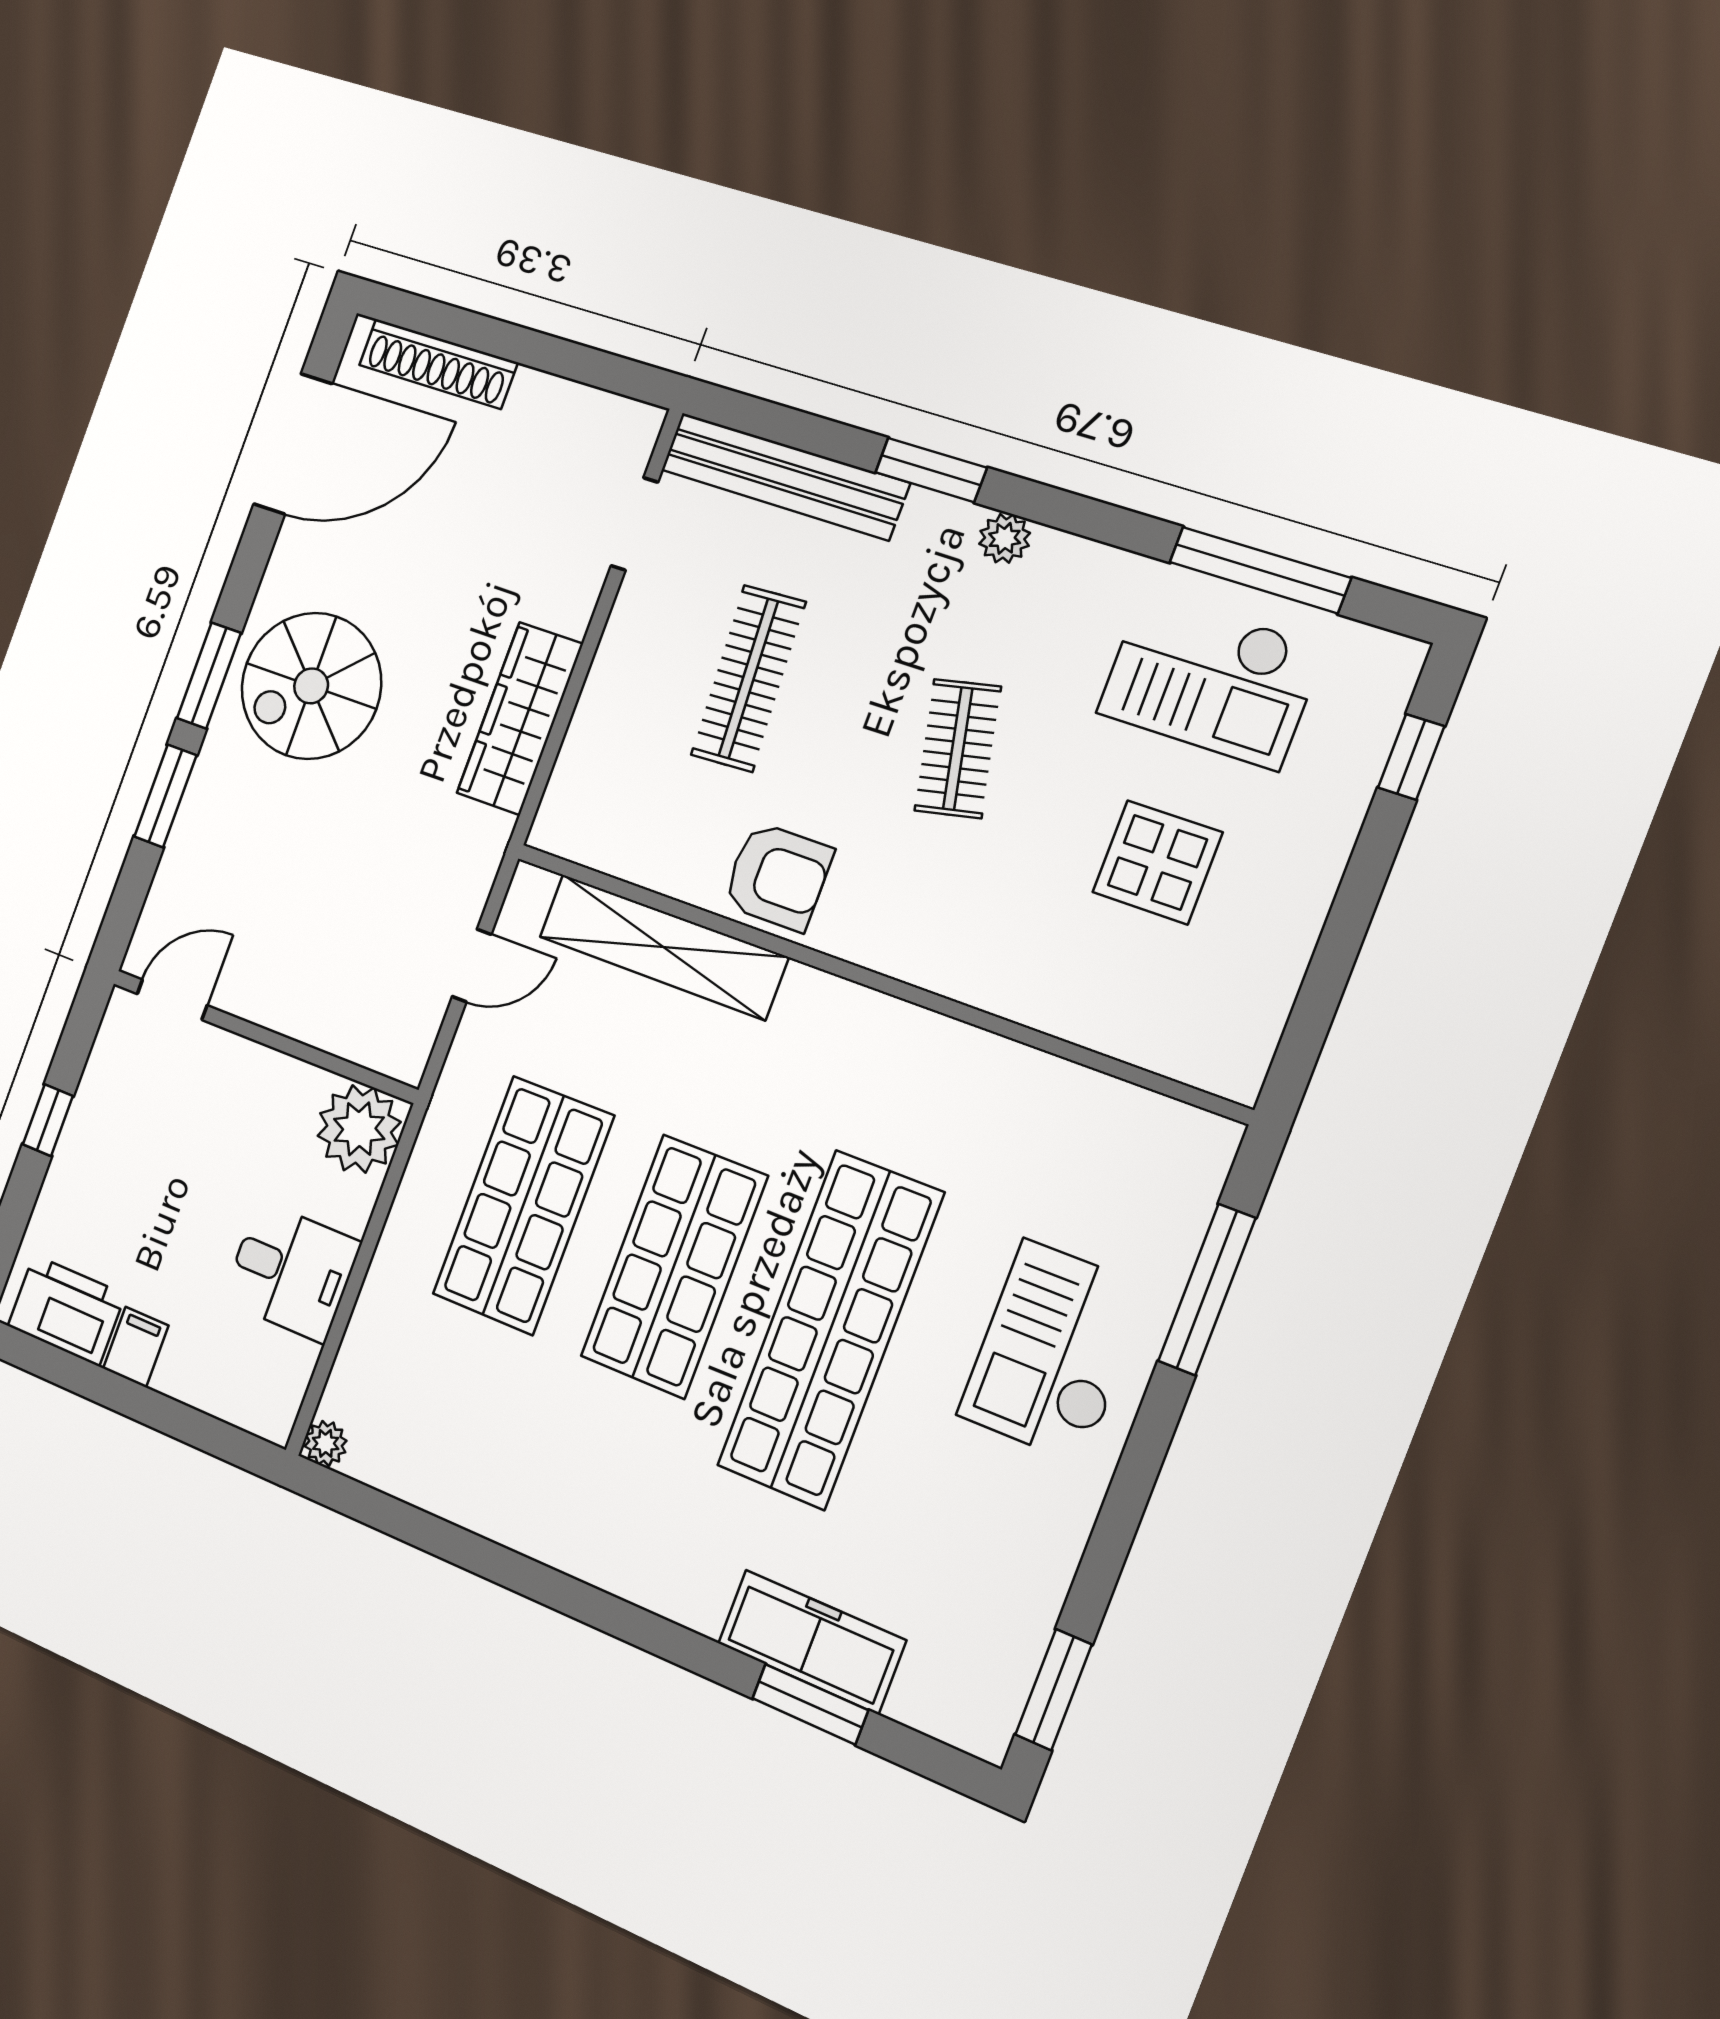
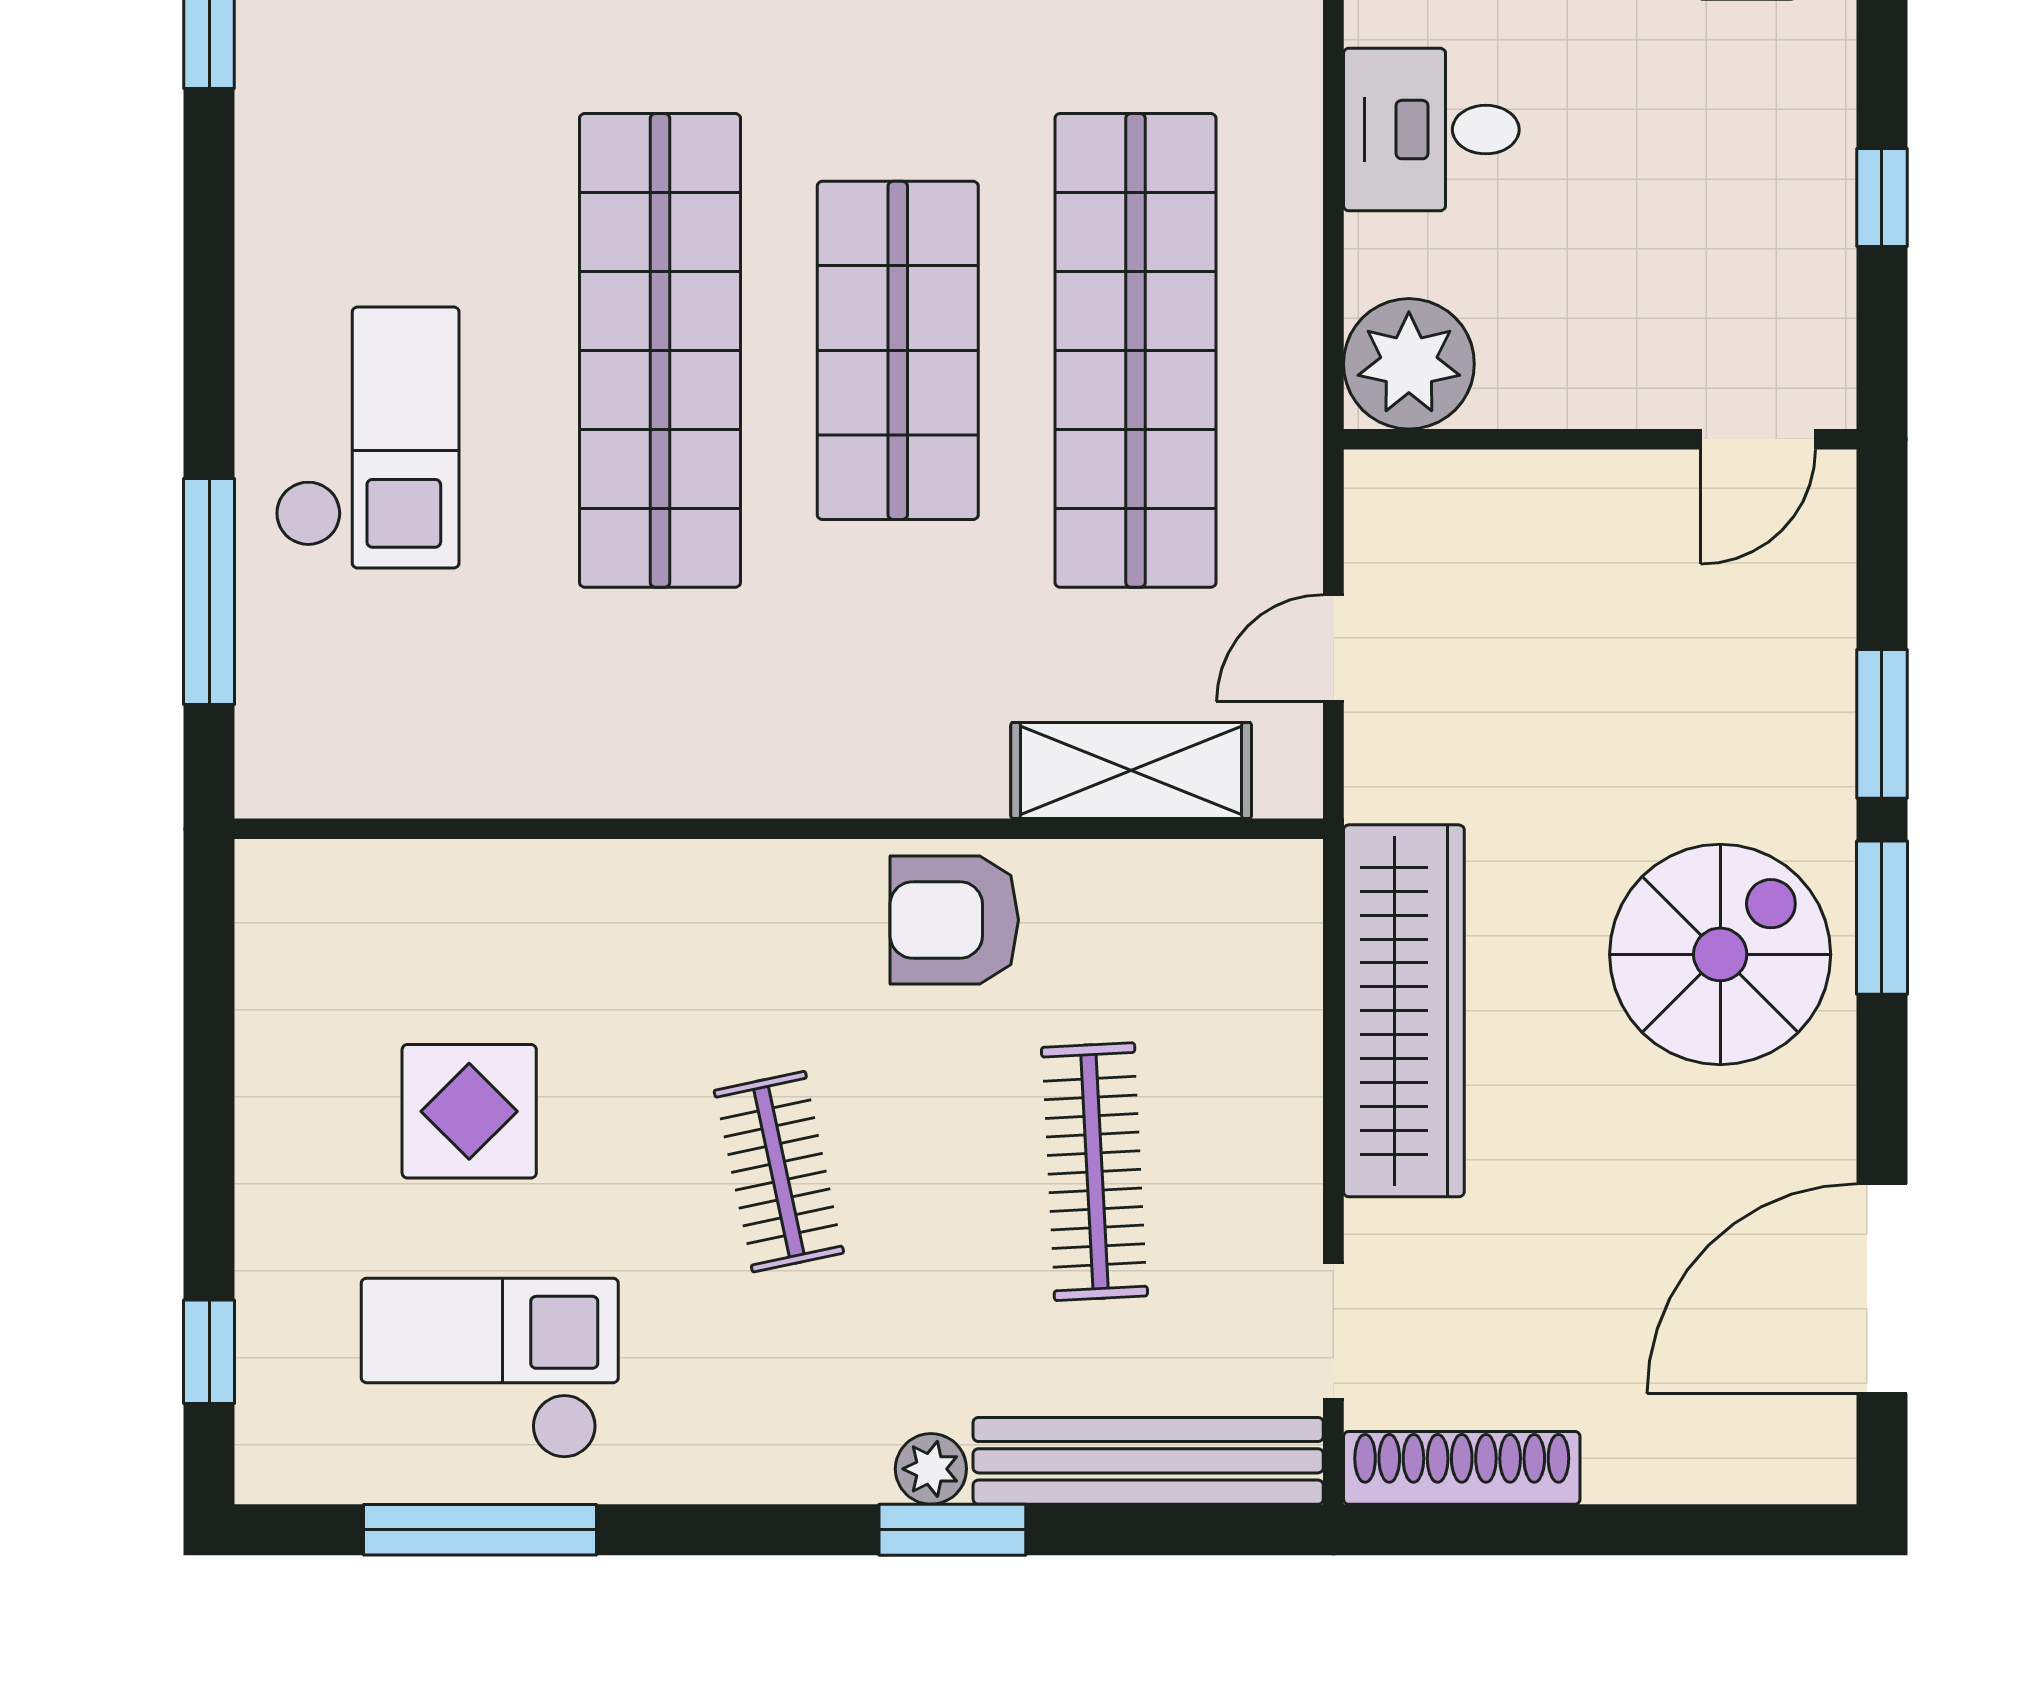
shoe rack: (438, 364) -> (1462, 1468), moved
plant: (1005, 538) -> (931, 1469), moved
wardrobe: (520, 719) -> (1404, 1011), width x1.40, depth x1.17
shelving: (663, 947) -> (1131, 770), width x0.68
shop shelf: (523, 1205) -> (1135, 350), width x1.40

